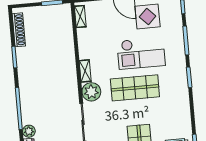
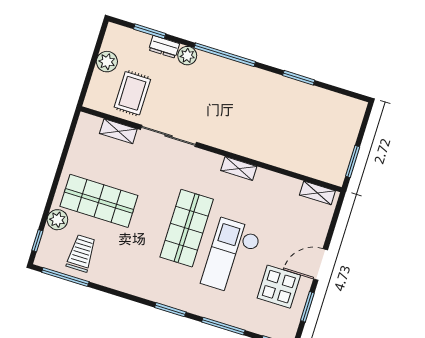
shoe rack: (19, 30) -> (334, 100), removed
plant: (91, 92) -> (206, 165), removed

